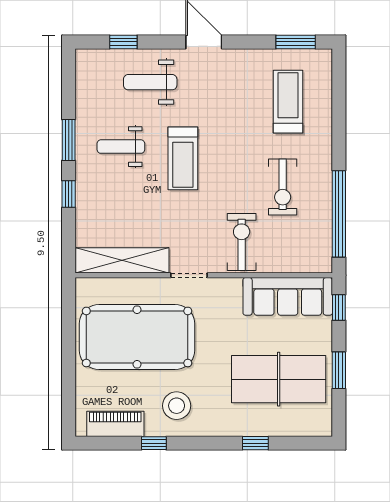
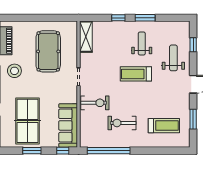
window: (296, 42) -> (193, 119), moved
shelving: (122, 260) -> (86, 37), width x0.68
pool table: (137, 337) -> (48, 51), width x0.73, depth x0.76

